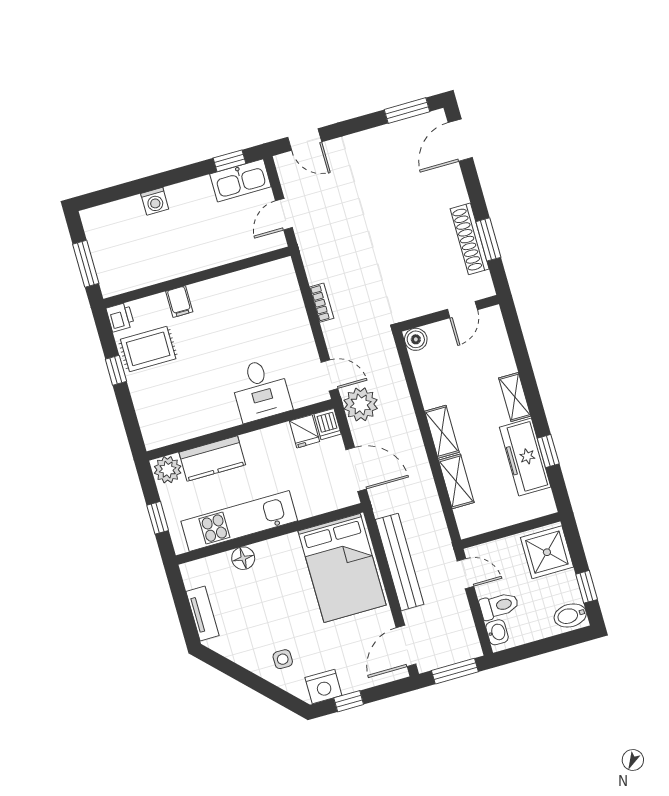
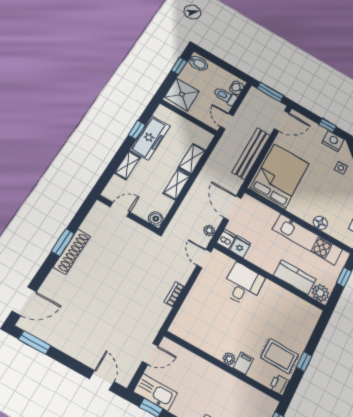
plant: (199, 291) -> (229, 359), added
door: (462, 310) -> (120, 209), moved
wall: (449, 313) -> (128, 214), moved
boiler: (416, 339) -> (156, 219), moved
plant: (361, 404) -> (209, 231), width x0.53, depth x0.53

